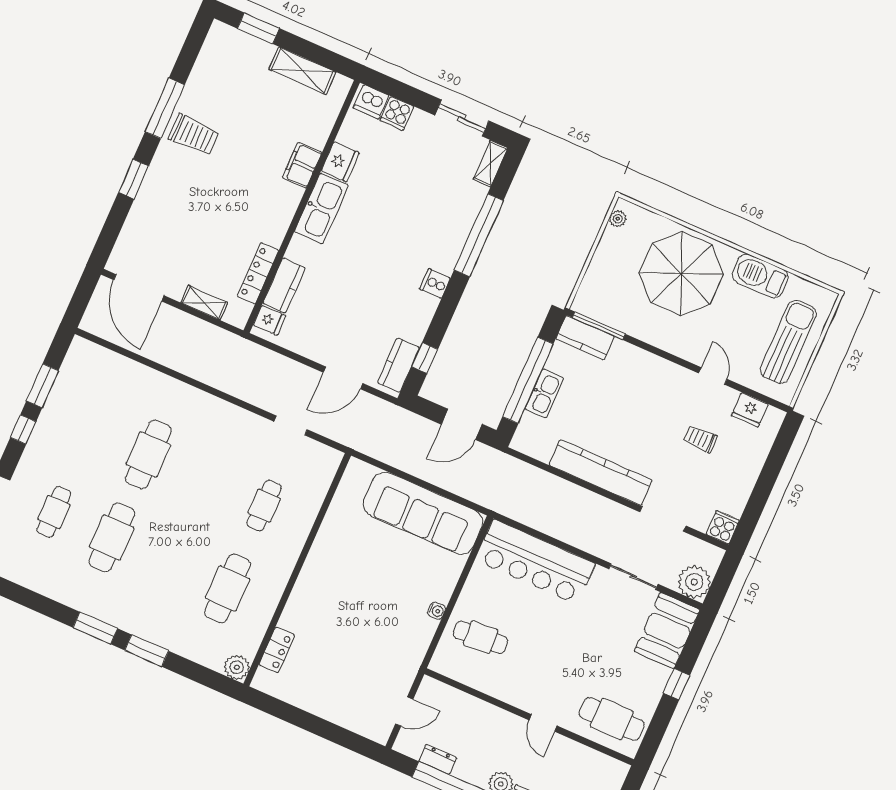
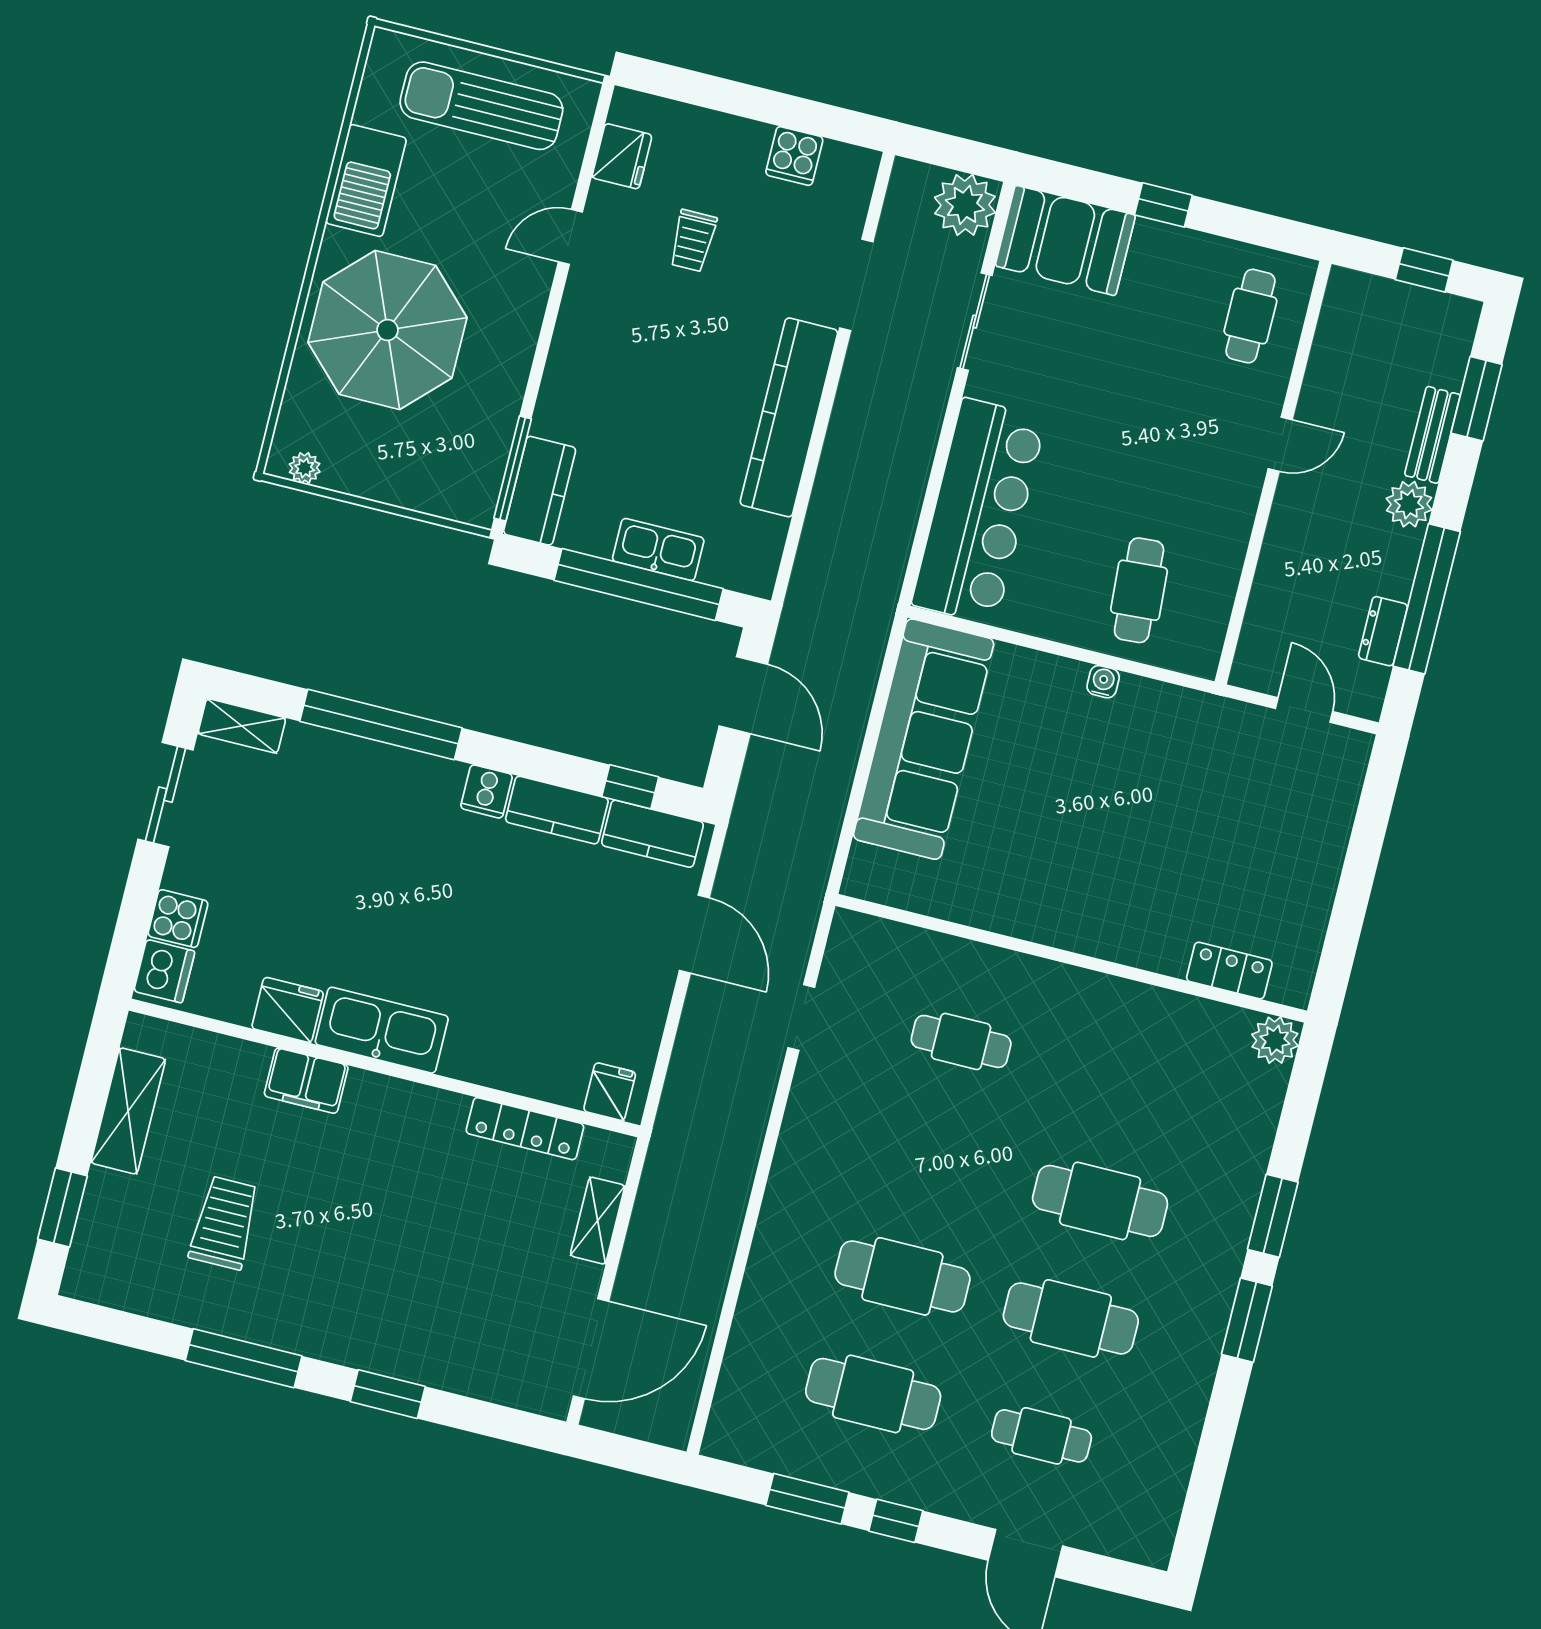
trolley: (194, 135) -> (224, 1223), moved
kitchen counter: (284, 285) -> (557, 810), moved, turned 180
cafe table: (91, 429) -> (873, 1394), added
cooker: (723, 527) -> (794, 156), moved, turned -90
cafe table: (228, 589) -> (1100, 1201), moved
cafe table: (612, 719) -> (1250, 316), width x0.73, depth x0.74

